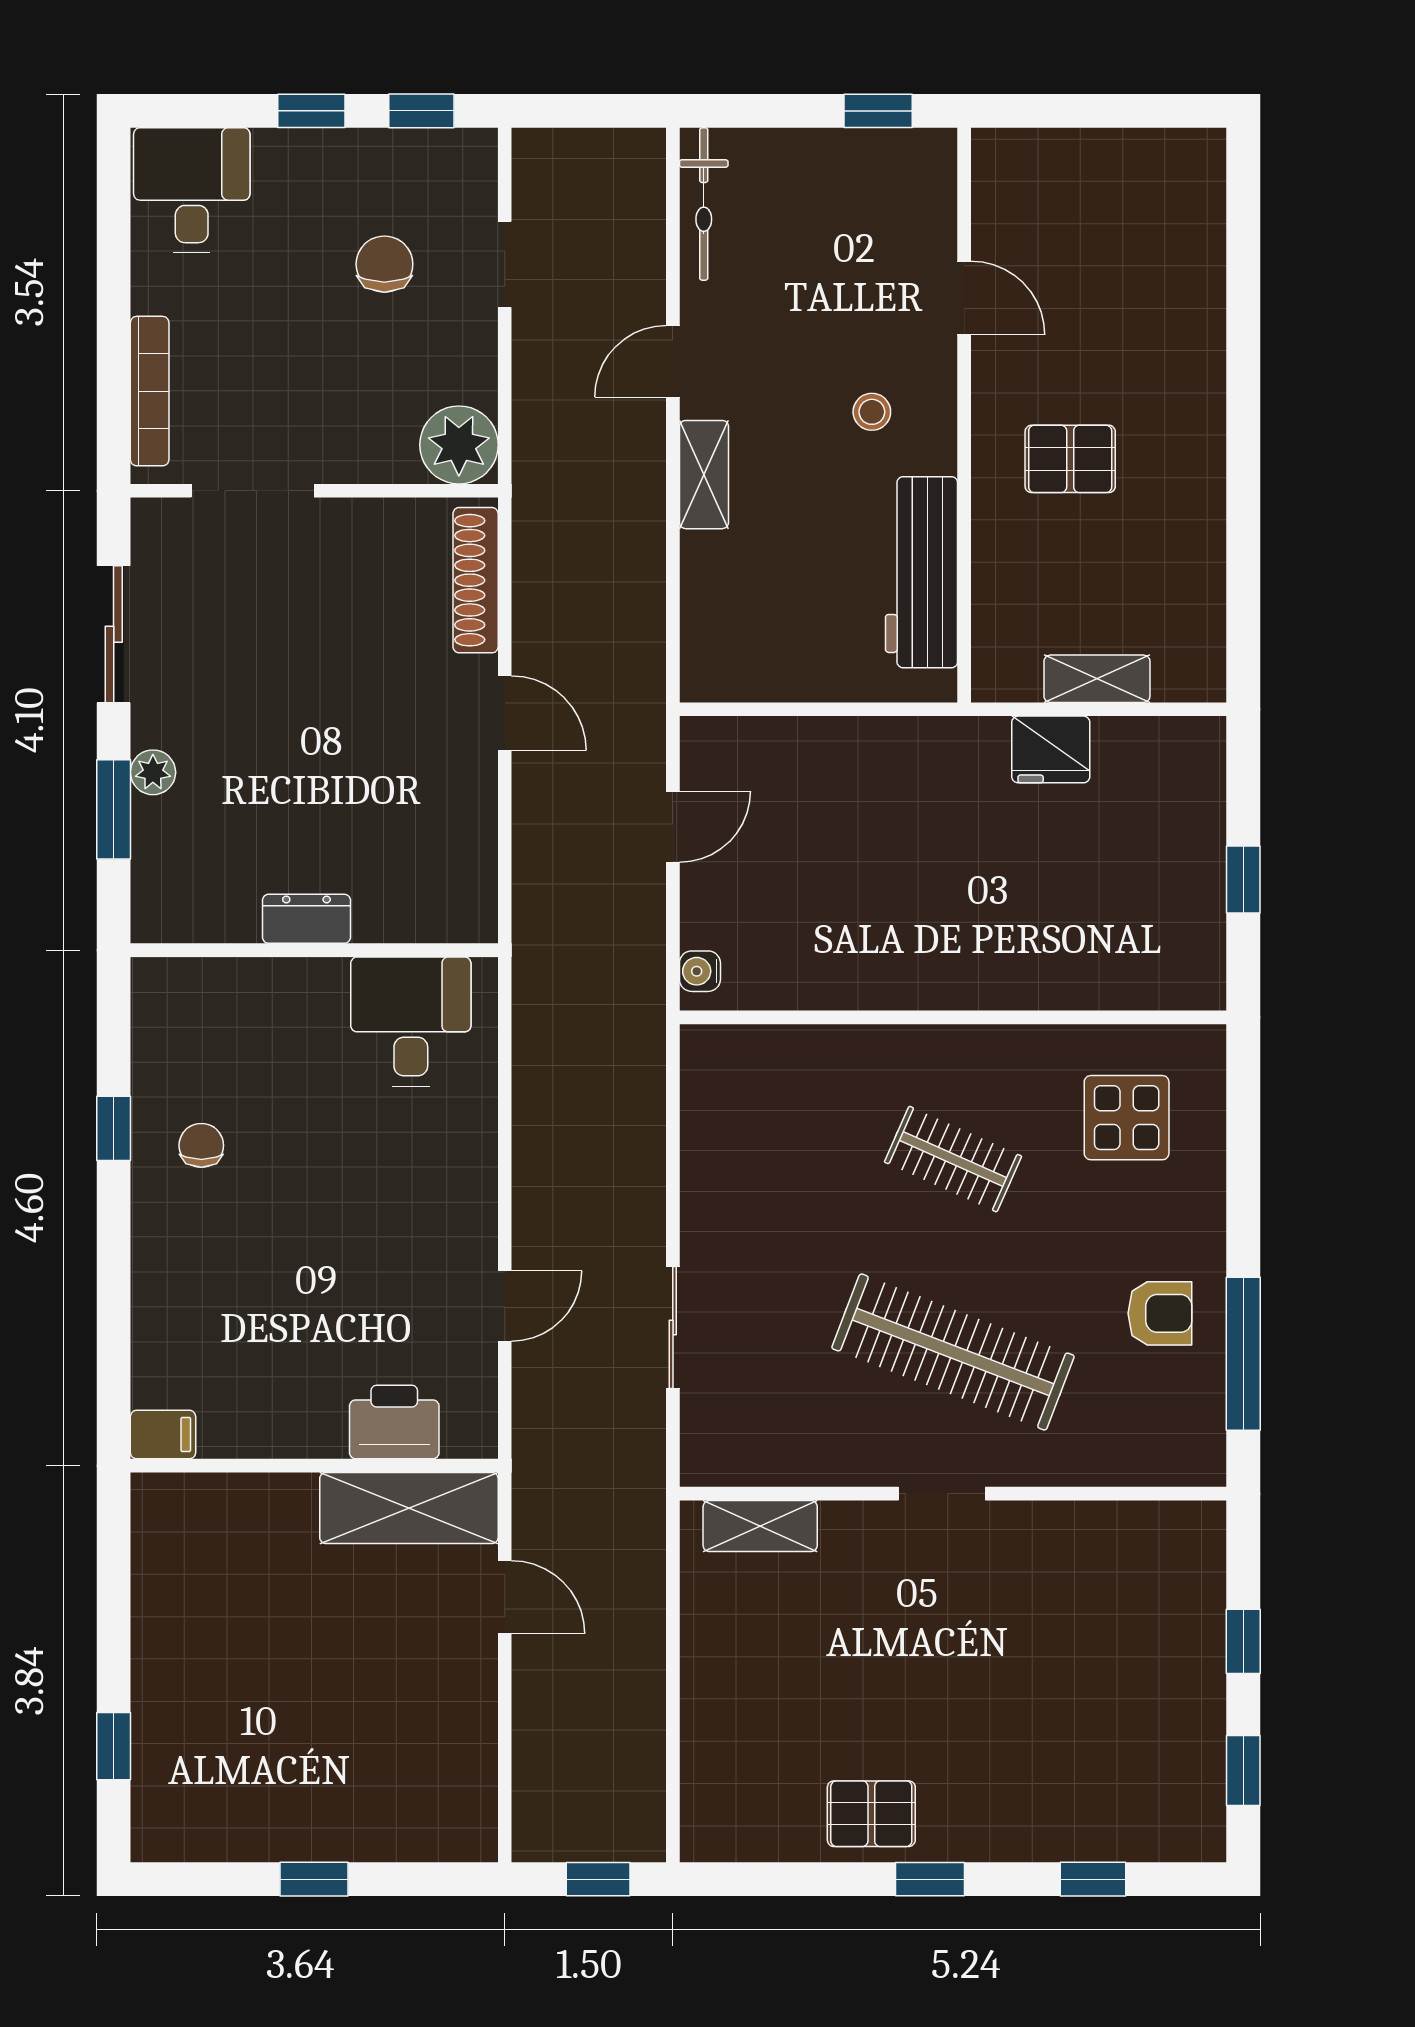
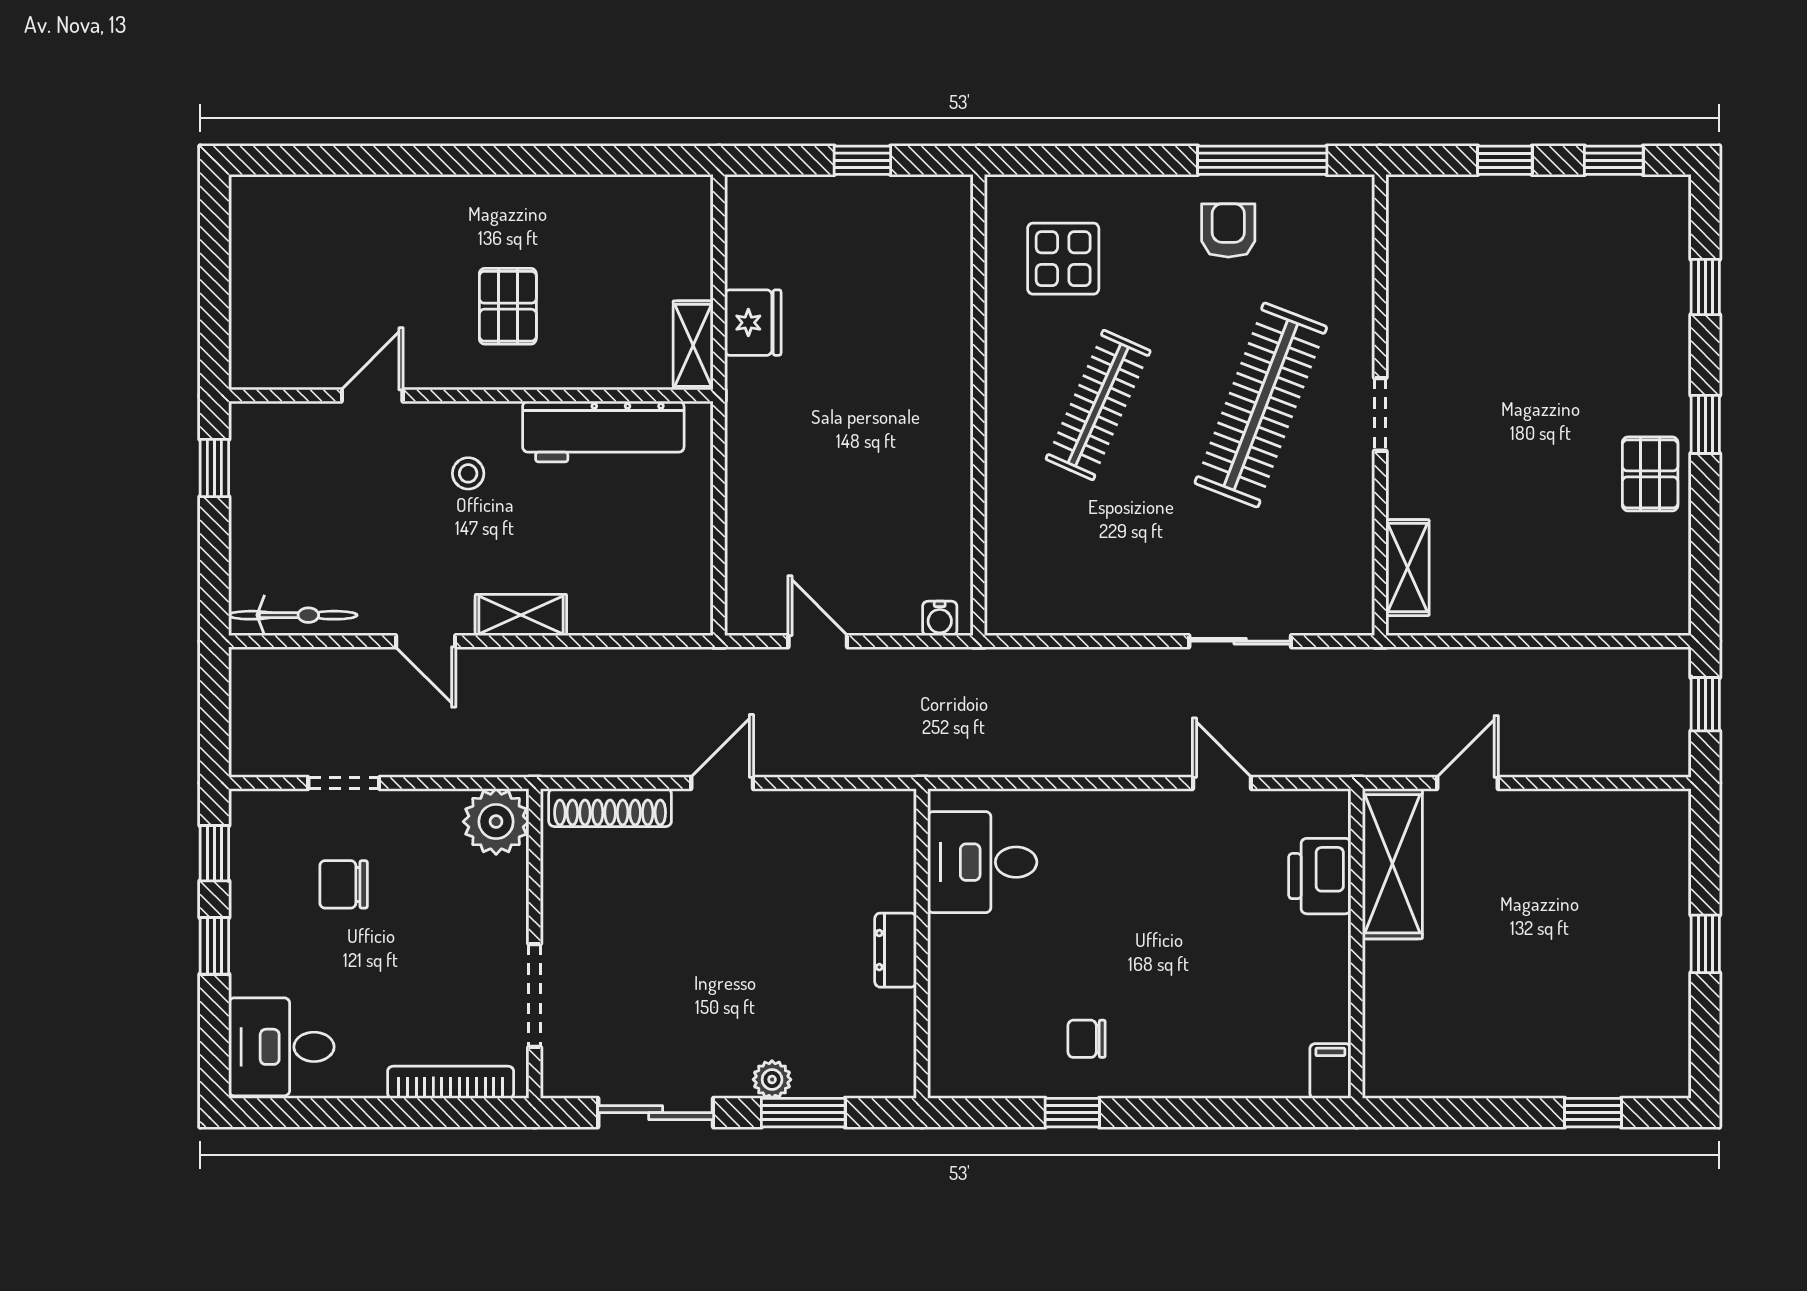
shelving: (1097, 679) -> (693, 345), moved
clothes rail: (953, 1159) -> (1098, 405), width x1.36

